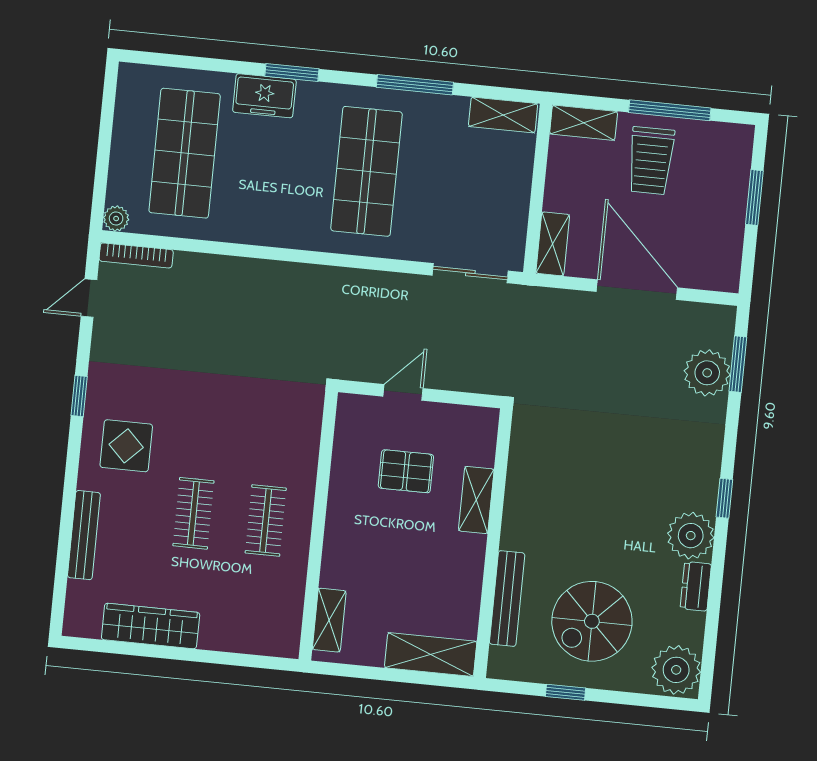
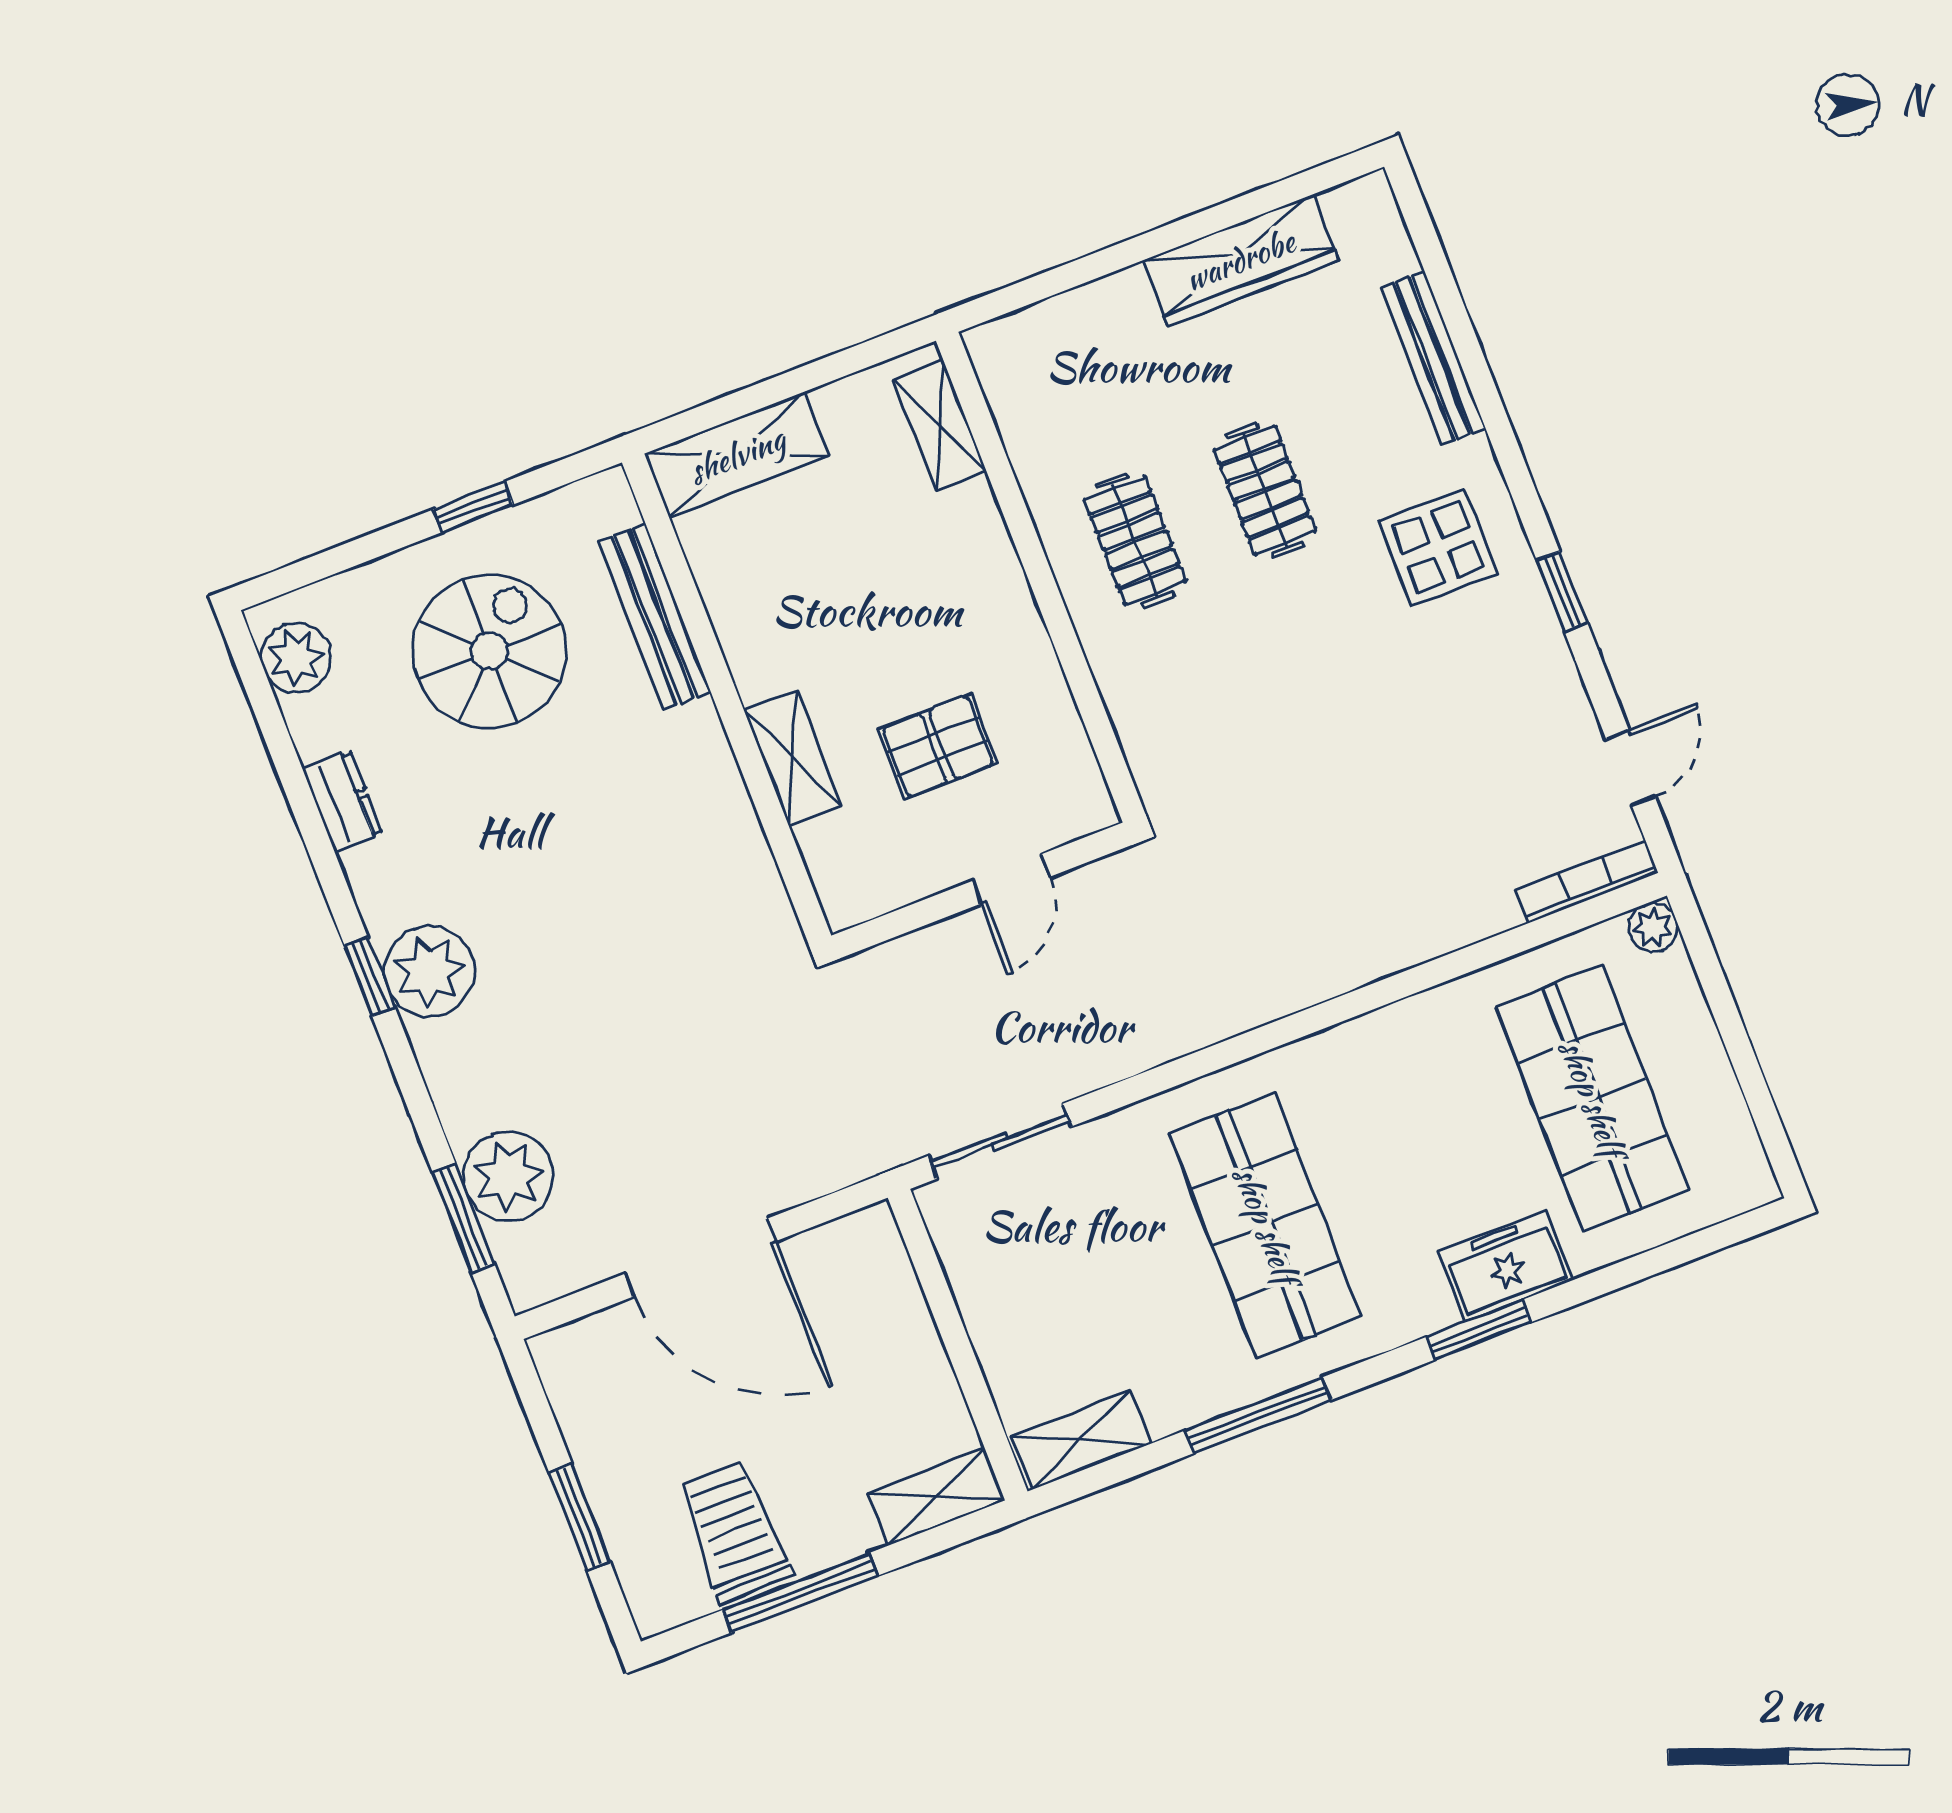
trolley: (651, 161) -> (735, 1531), moved
shelving: (553, 244) -> (884, 1263), removed
plant: (691, 536) -> (429, 972), moved
plant: (676, 670) -> (296, 658), width x0.73, depth x0.73

